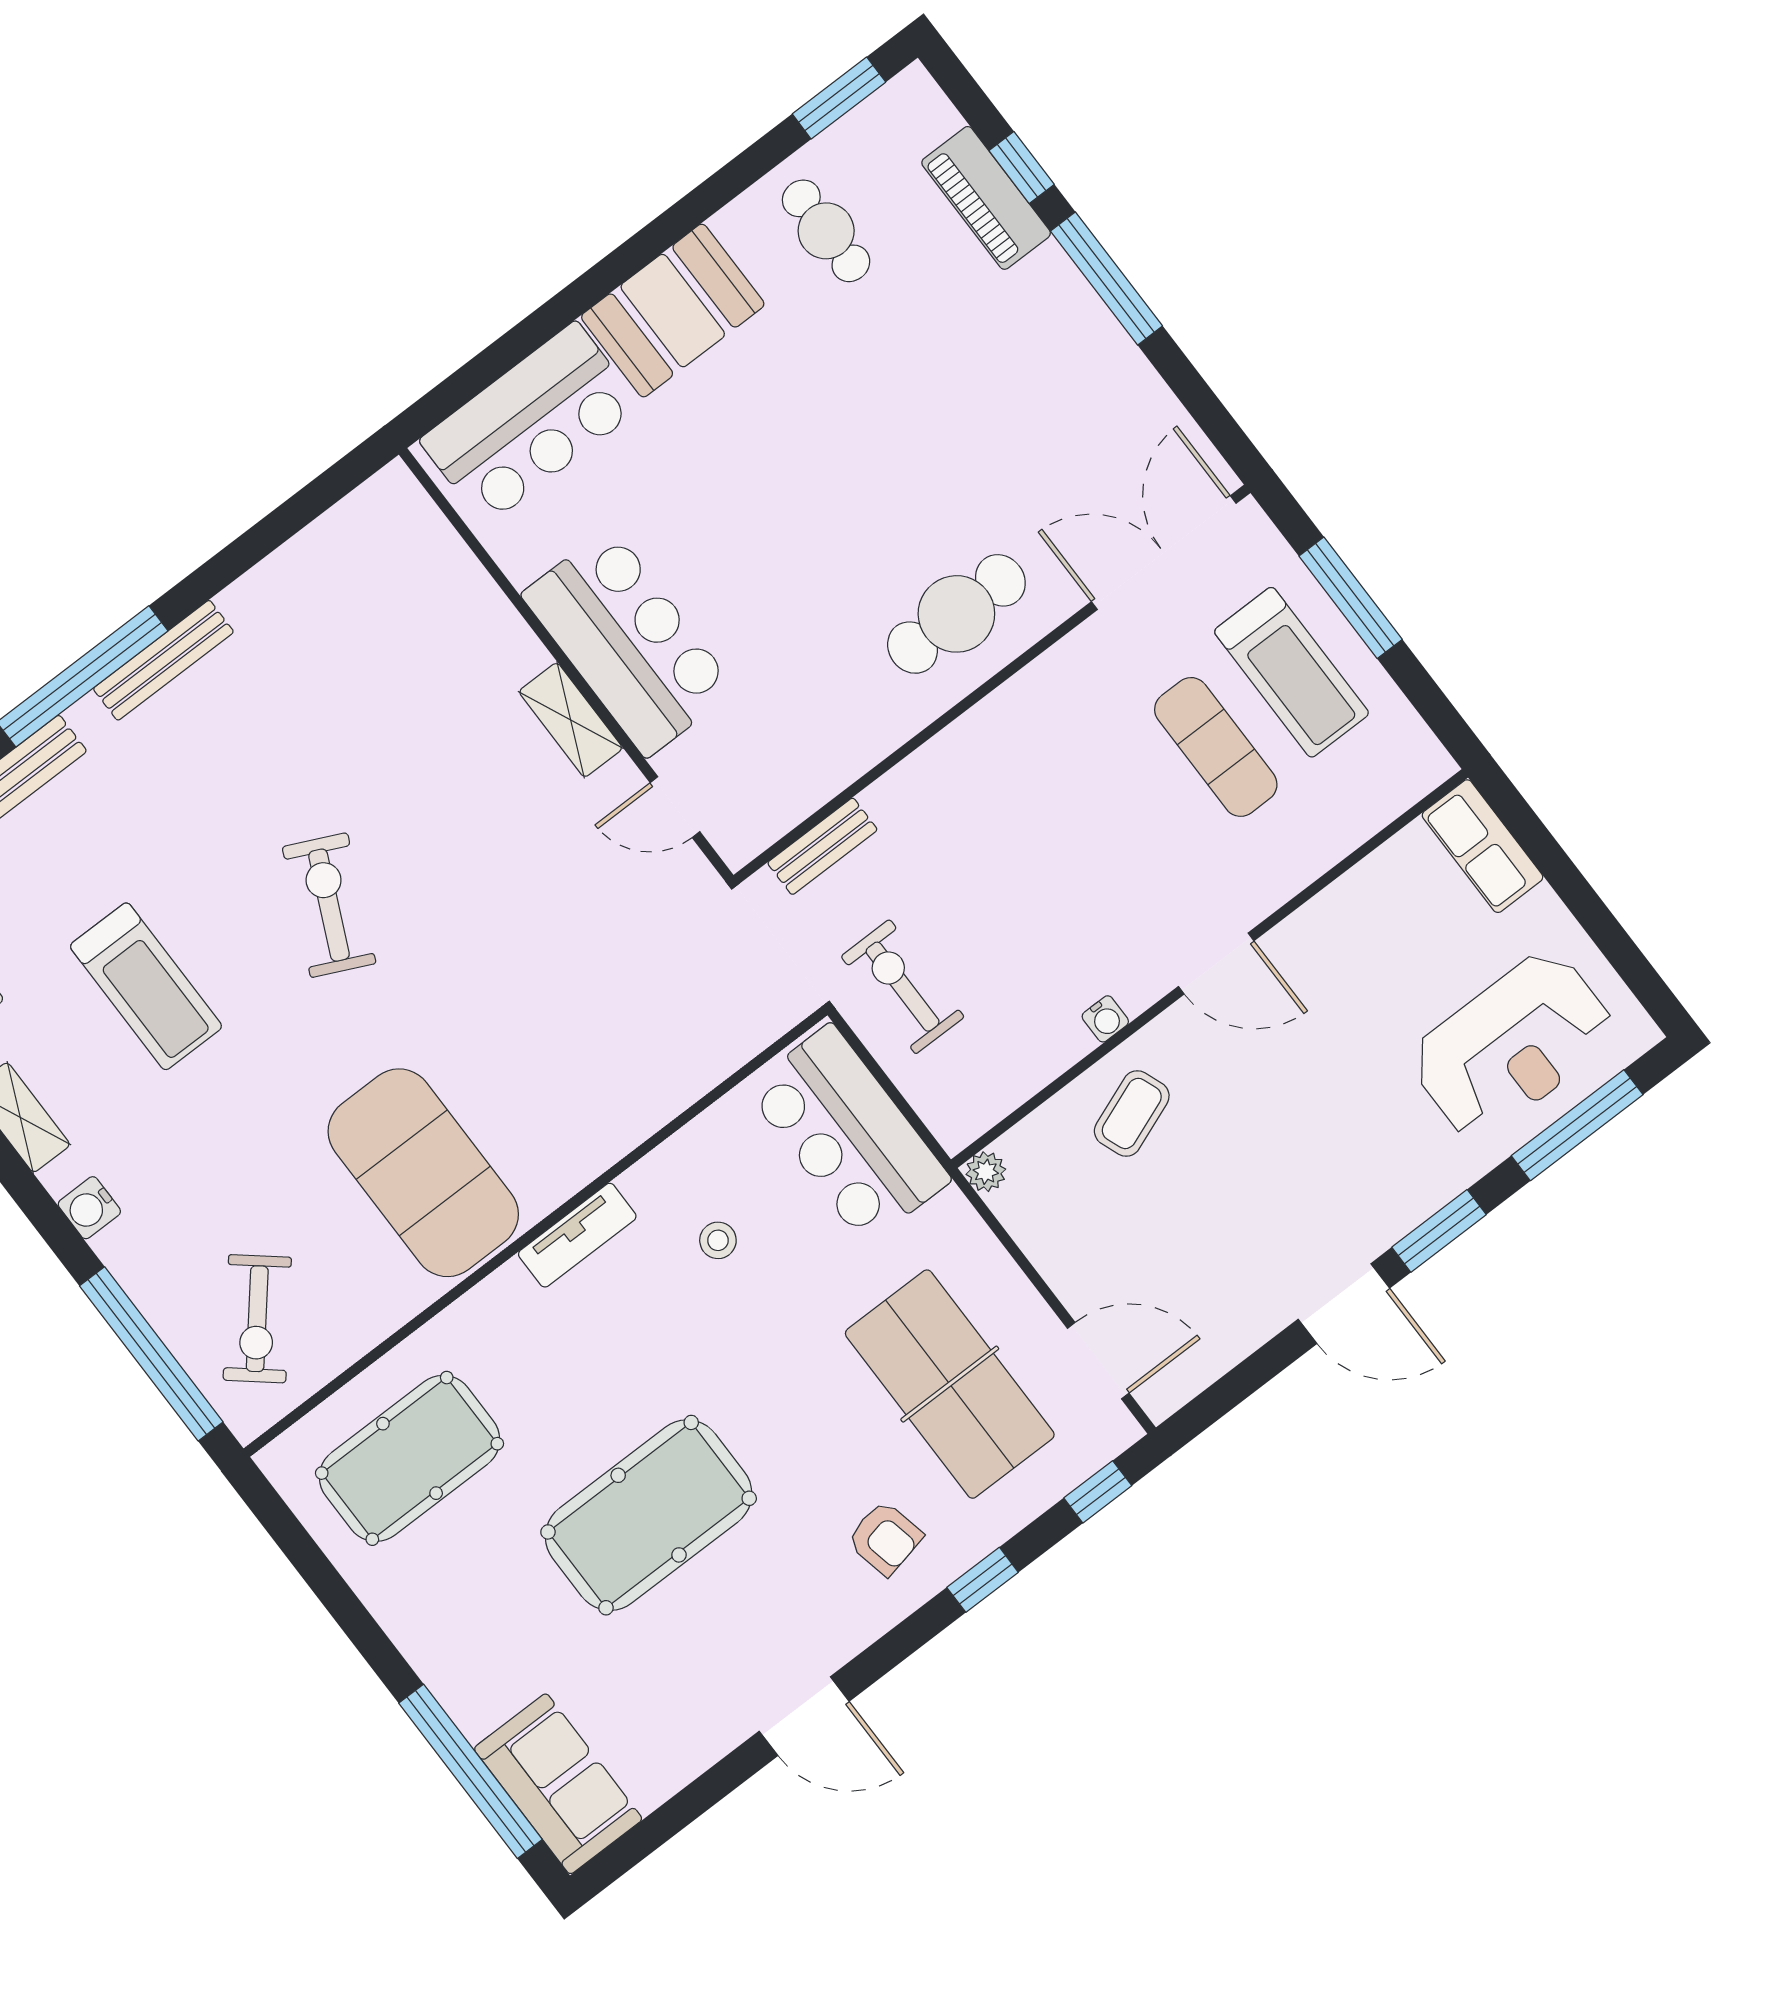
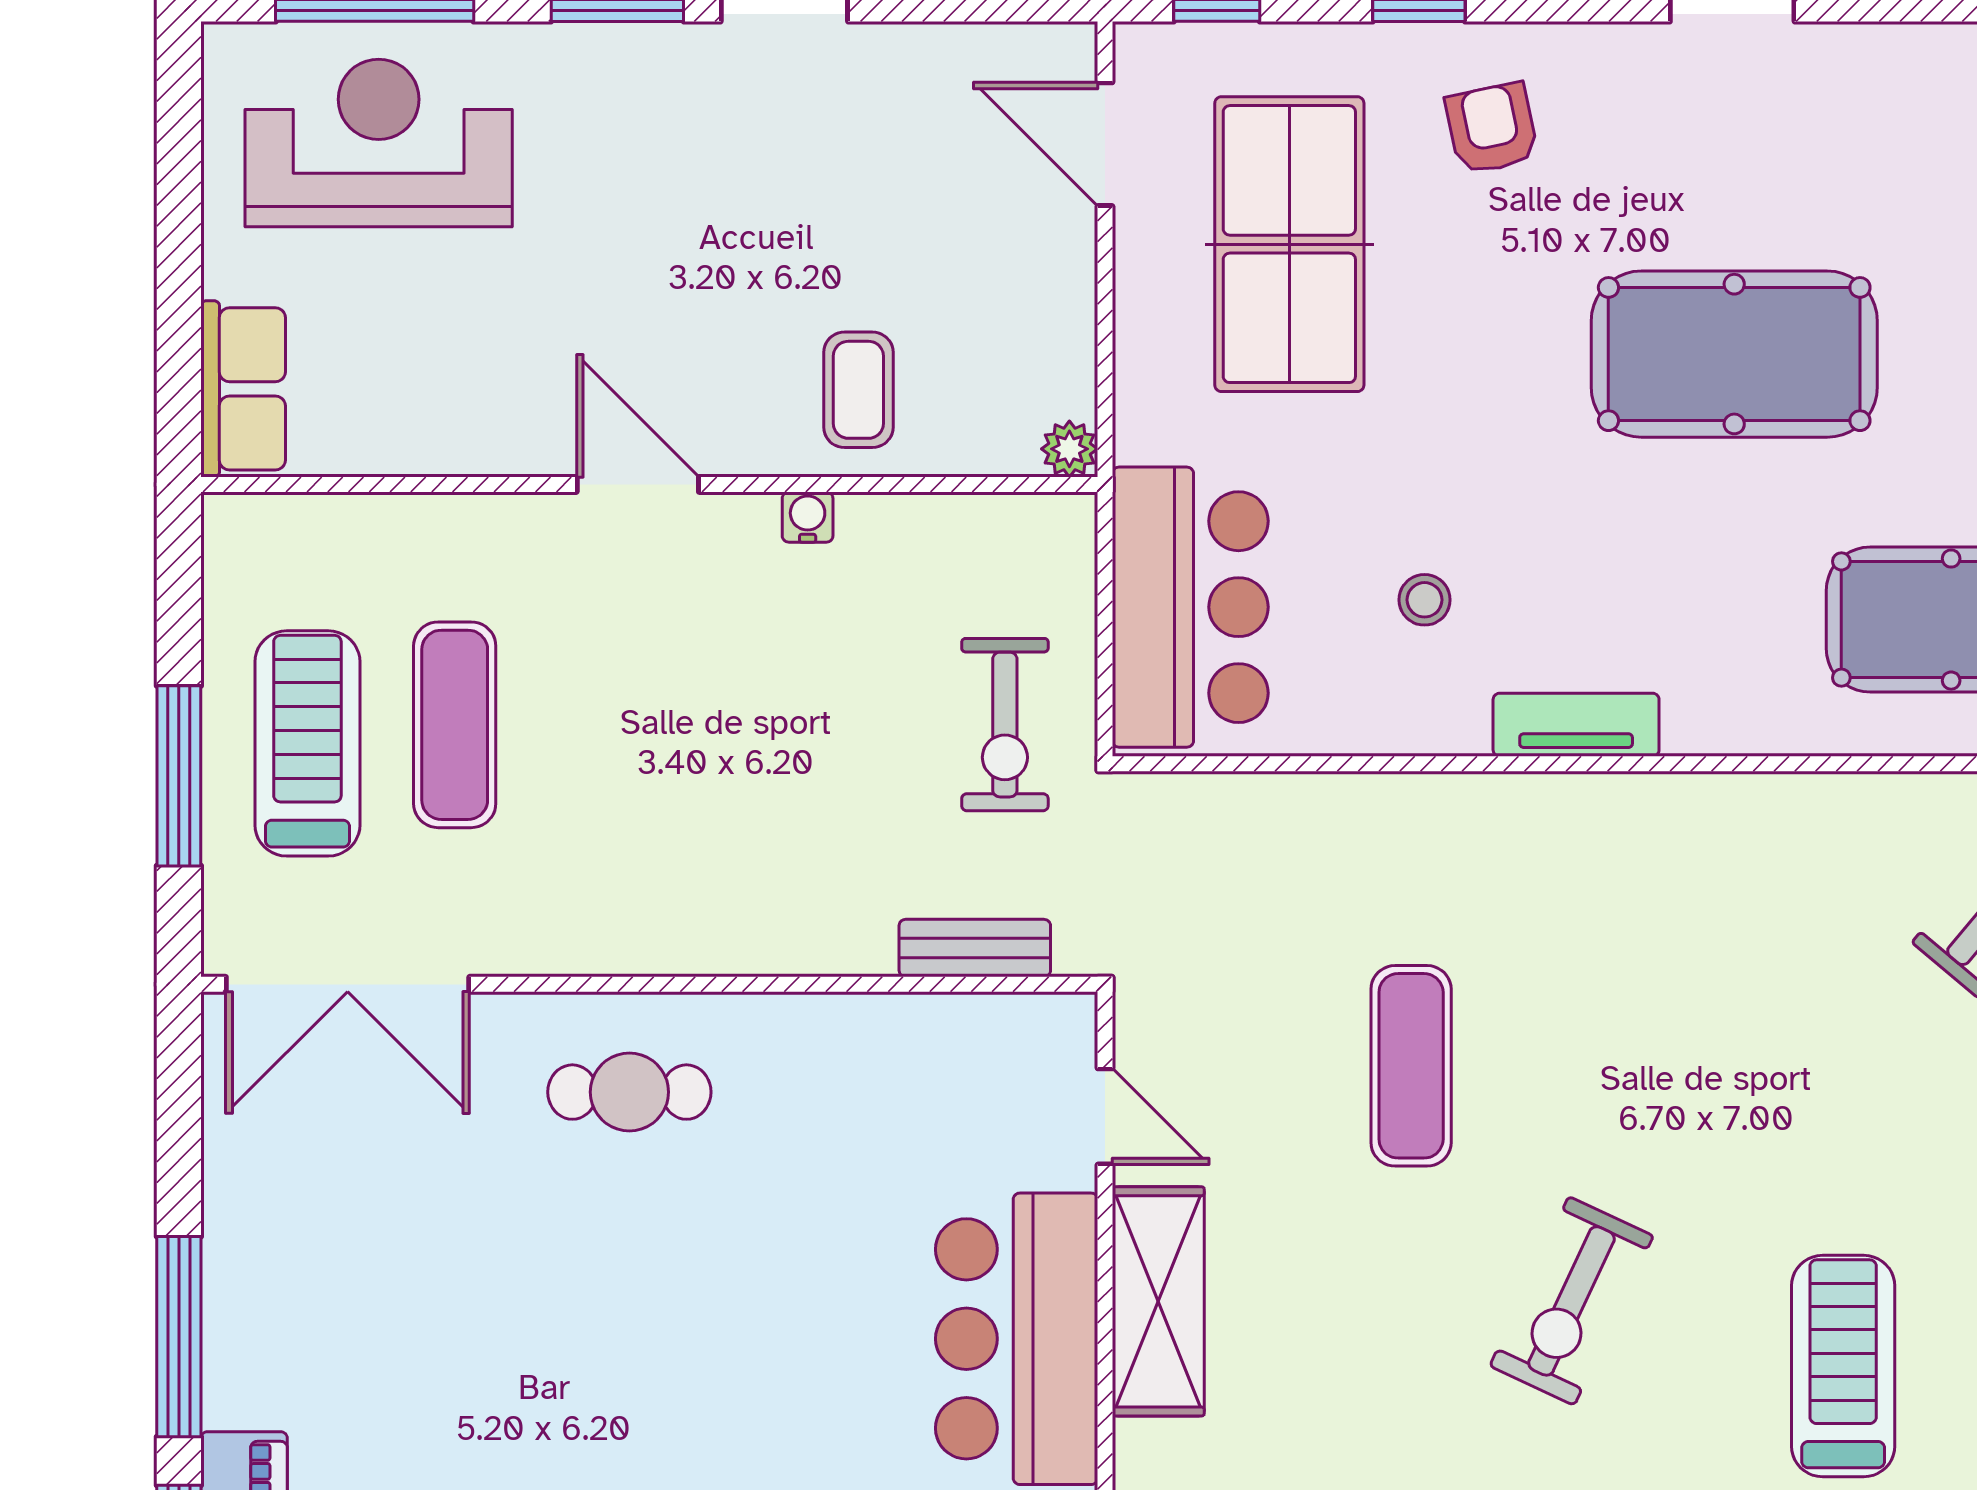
cafe table: (956, 614) -> (629, 1092), width x0.73, depth x0.74
shelving: (571, 720) -> (1158, 1301), width x1.50, depth x1.33
coffee table: (1132, 1113) -> (858, 390), turned -69
exercise mat: (423, 1173) -> (1411, 1066), moved, width x0.50, depth x0.69

